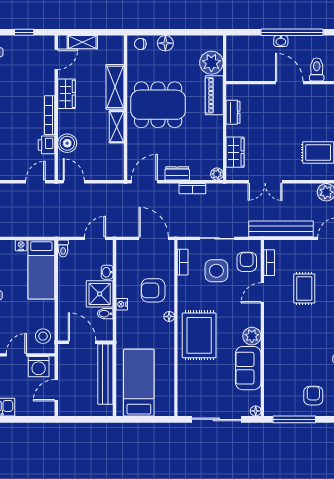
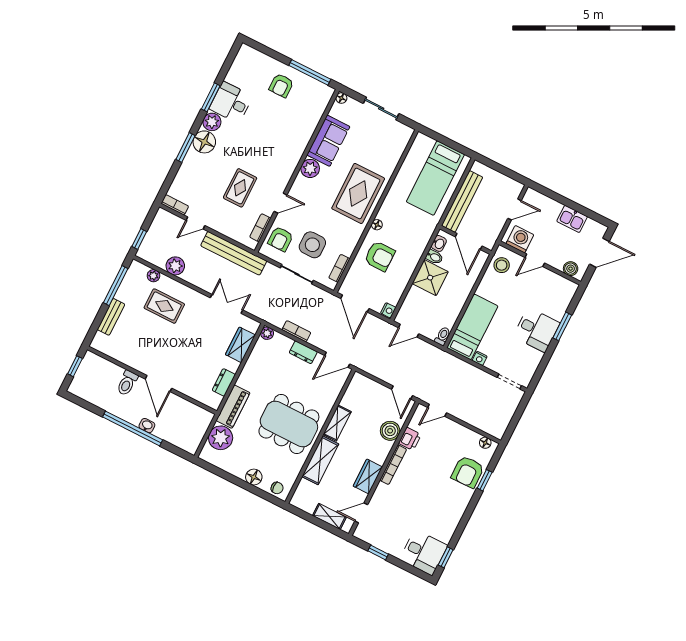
washbasin: (107, 272) -> (439, 243), moved
nightstand: (122, 304) -> (388, 310), moved
sliding door: (216, 419) -> (381, 108), width x0.73

